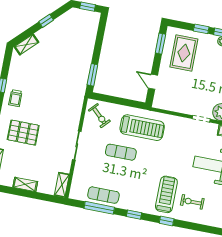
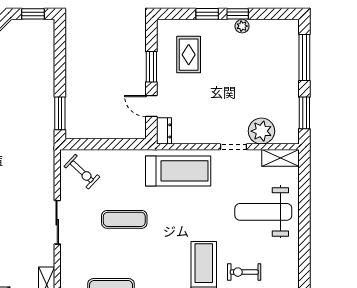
window: (160, 44) -> (151, 67), moved
rug: (184, 53) -> (189, 55), width x0.73, depth x0.70
dresser: (158, 100) -> (164, 131), added
treadmill: (142, 128) -> (178, 171), moved

